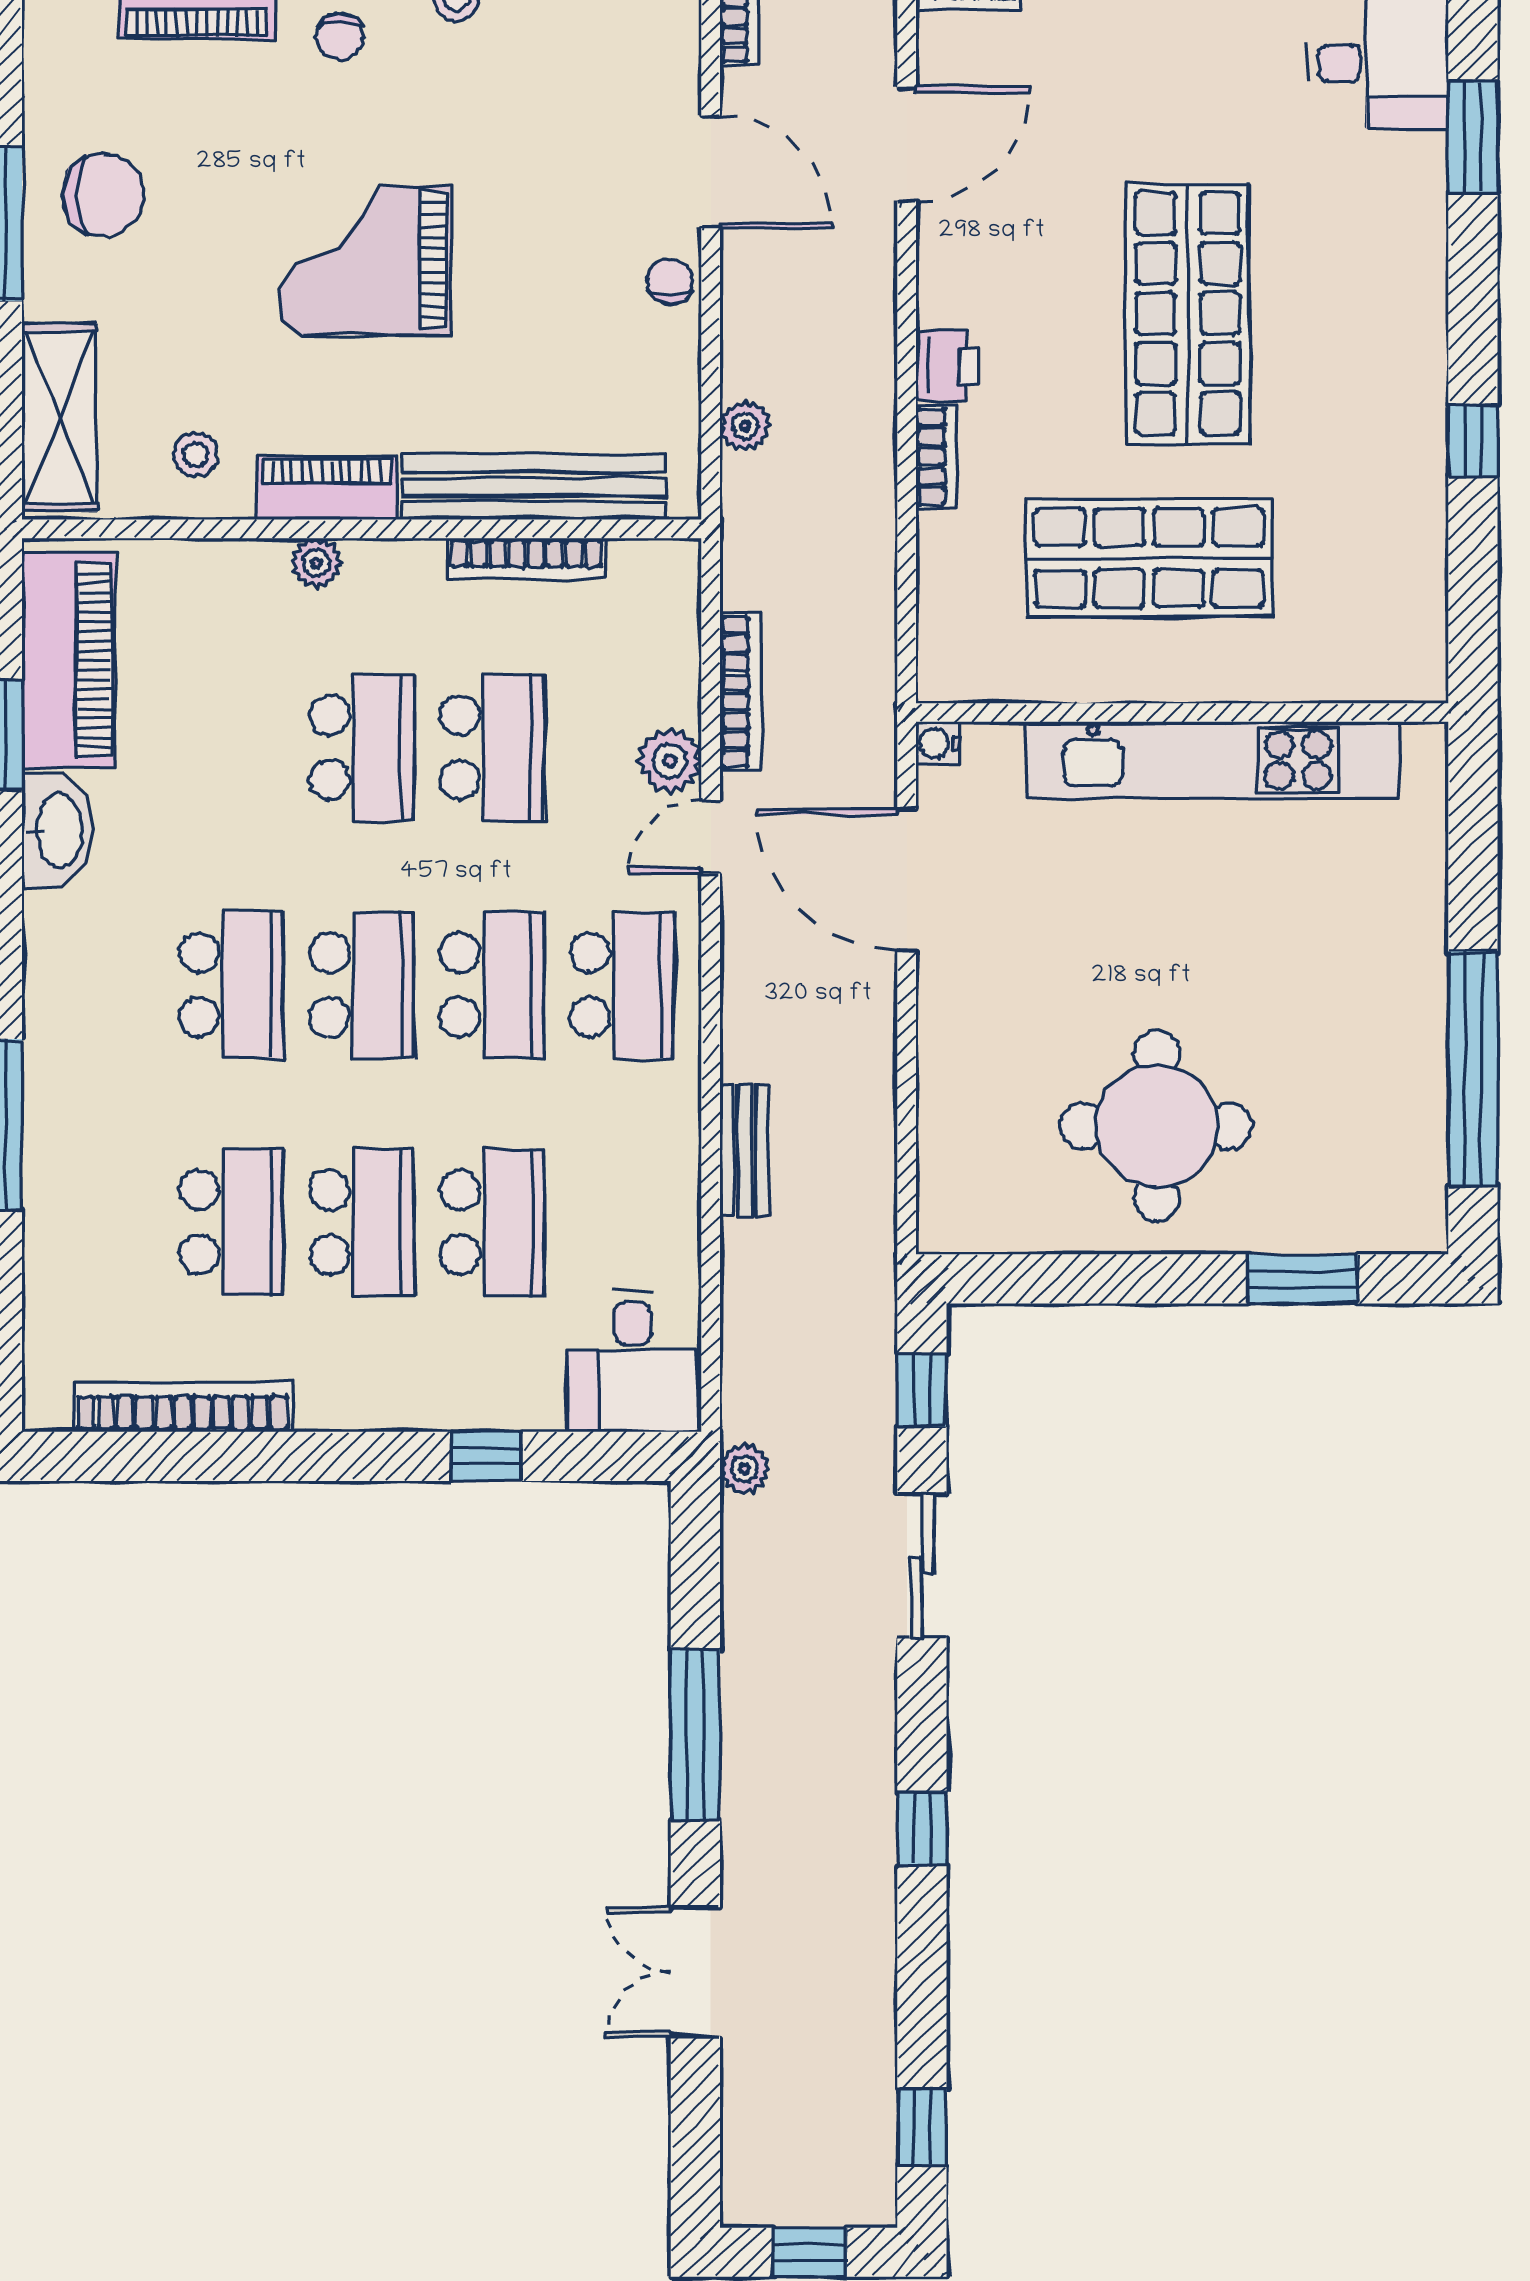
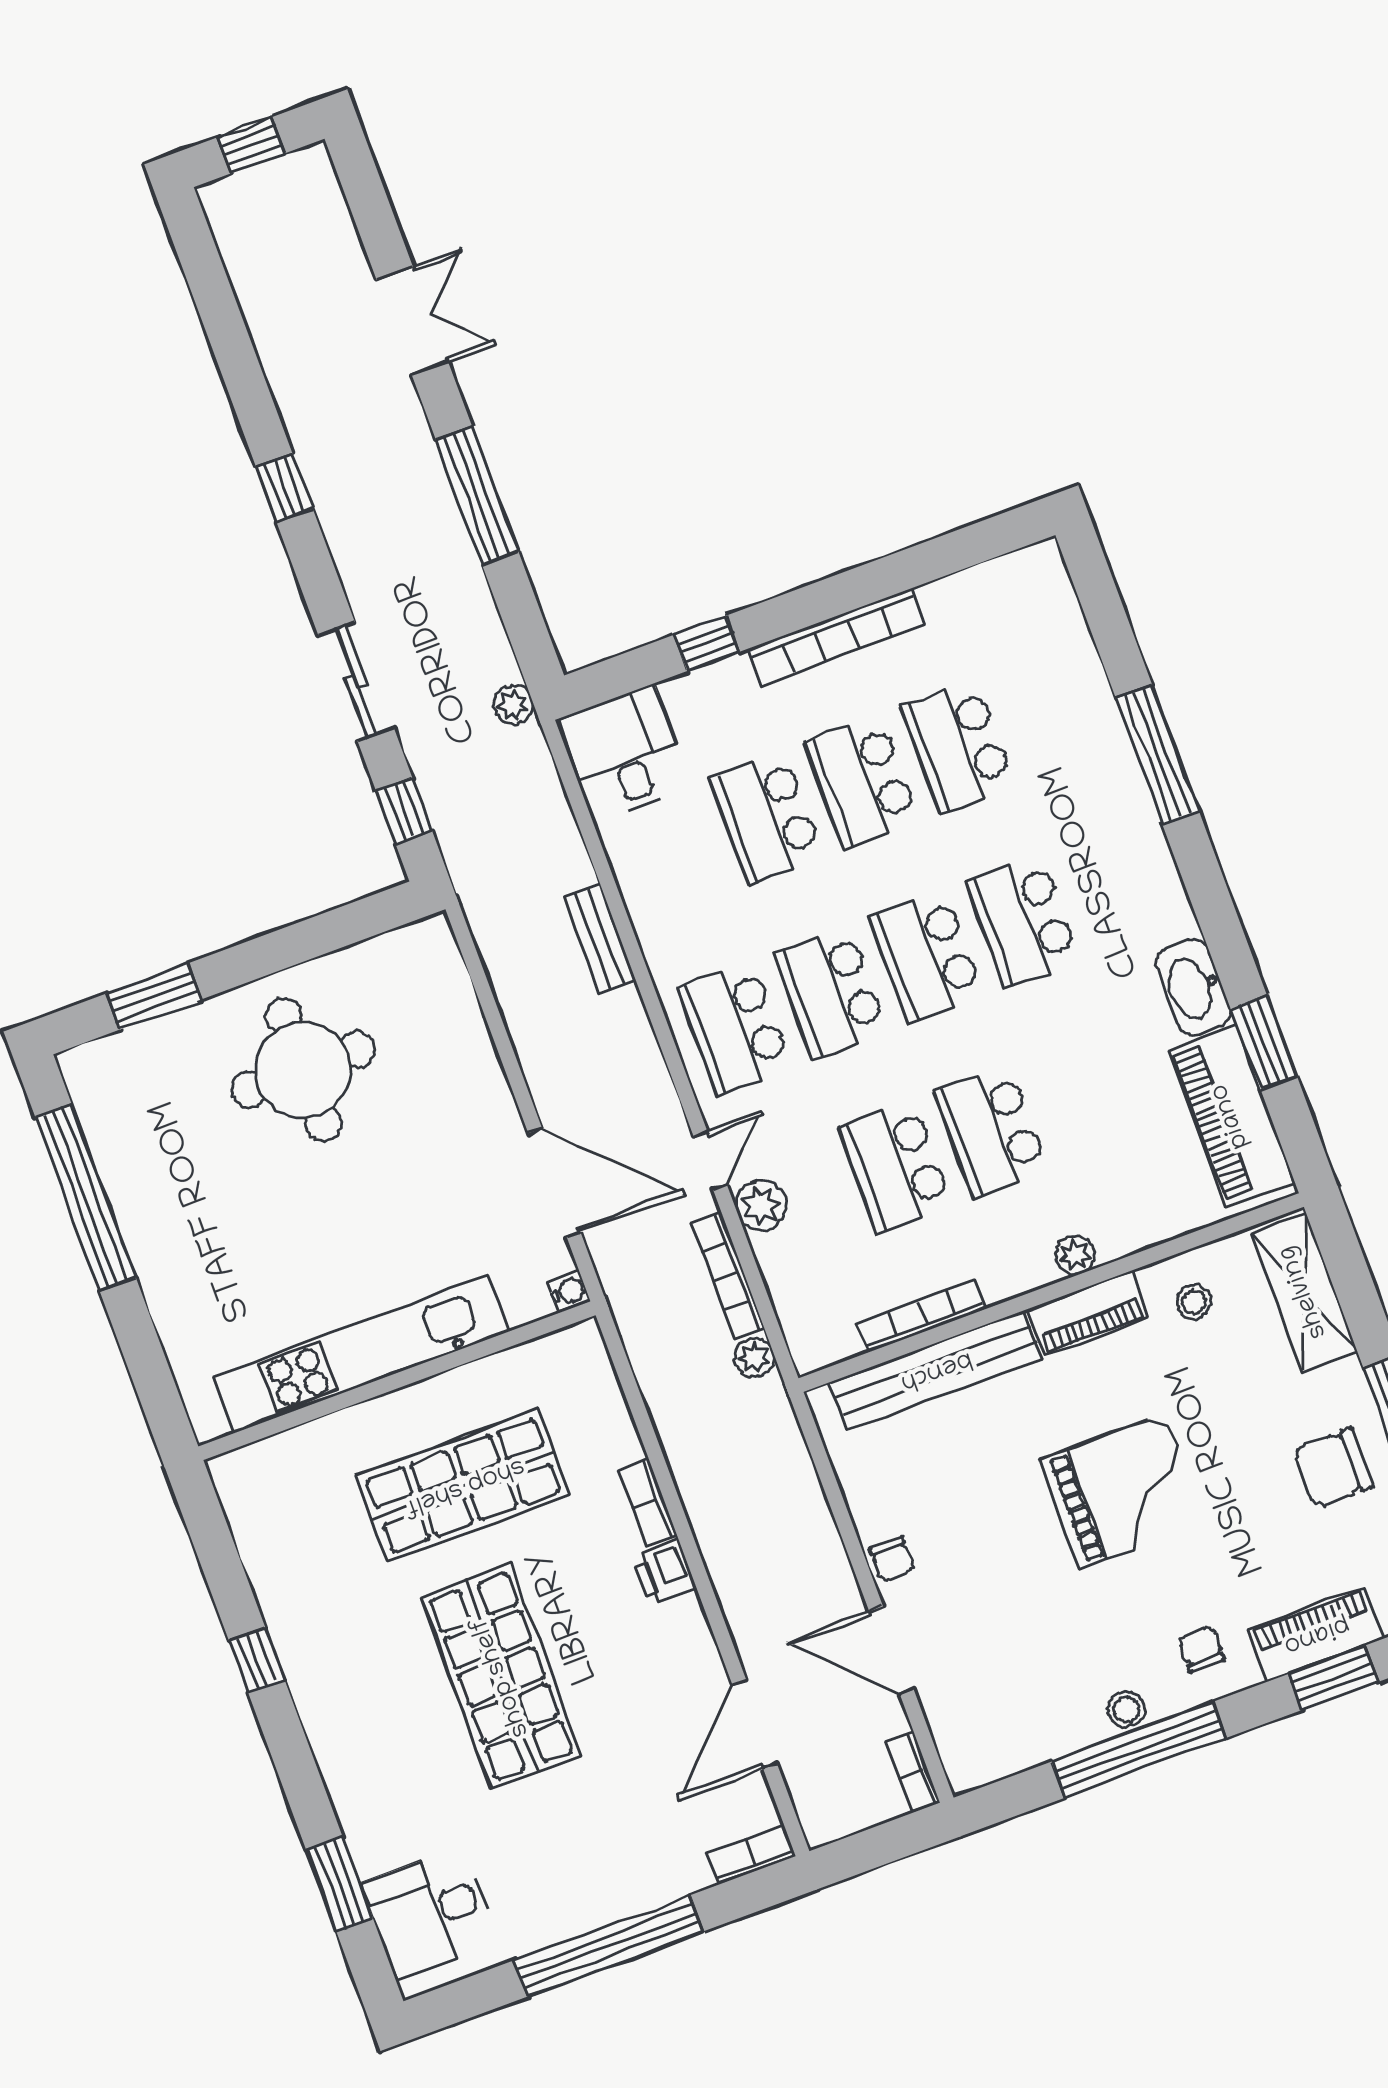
plant: (745, 426) -> (754, 1357), moved
bookcase: (183, 1407) -> (836, 637), moved
window: (922, 2127) -> (203, 268), removed

